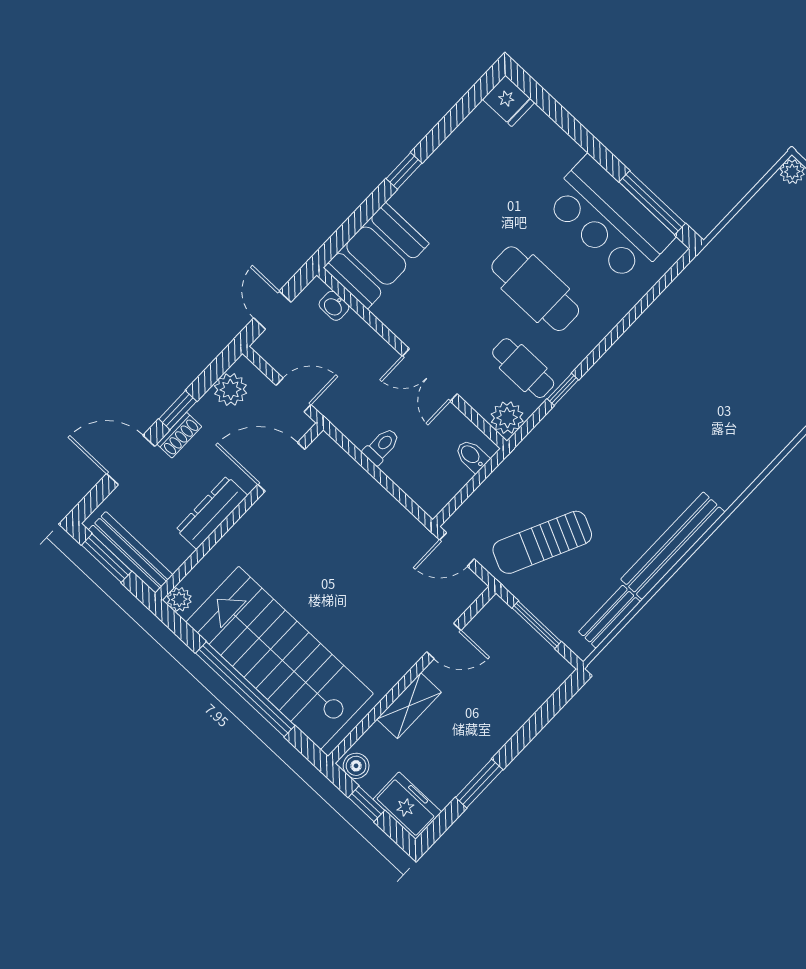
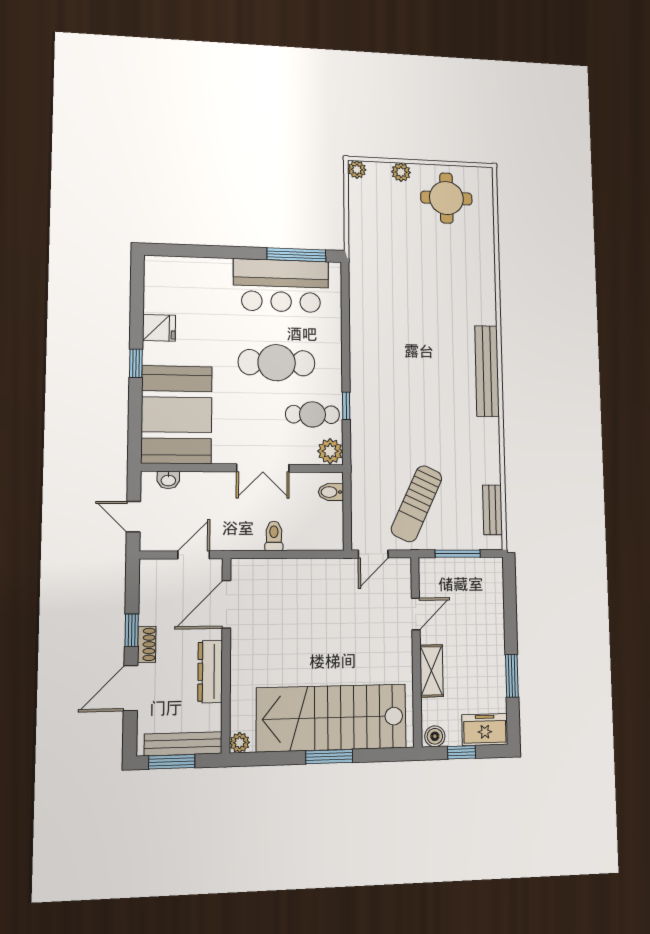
fridge: (509, 101) -> (159, 328), moved
booth: (376, 256) -> (177, 415), width x1.36, depth x1.42
plant: (231, 390) -> (152, 587), removed
bench: (673, 546) -> (487, 371), moved
window: (245, 689) -> (329, 757), width x0.47

